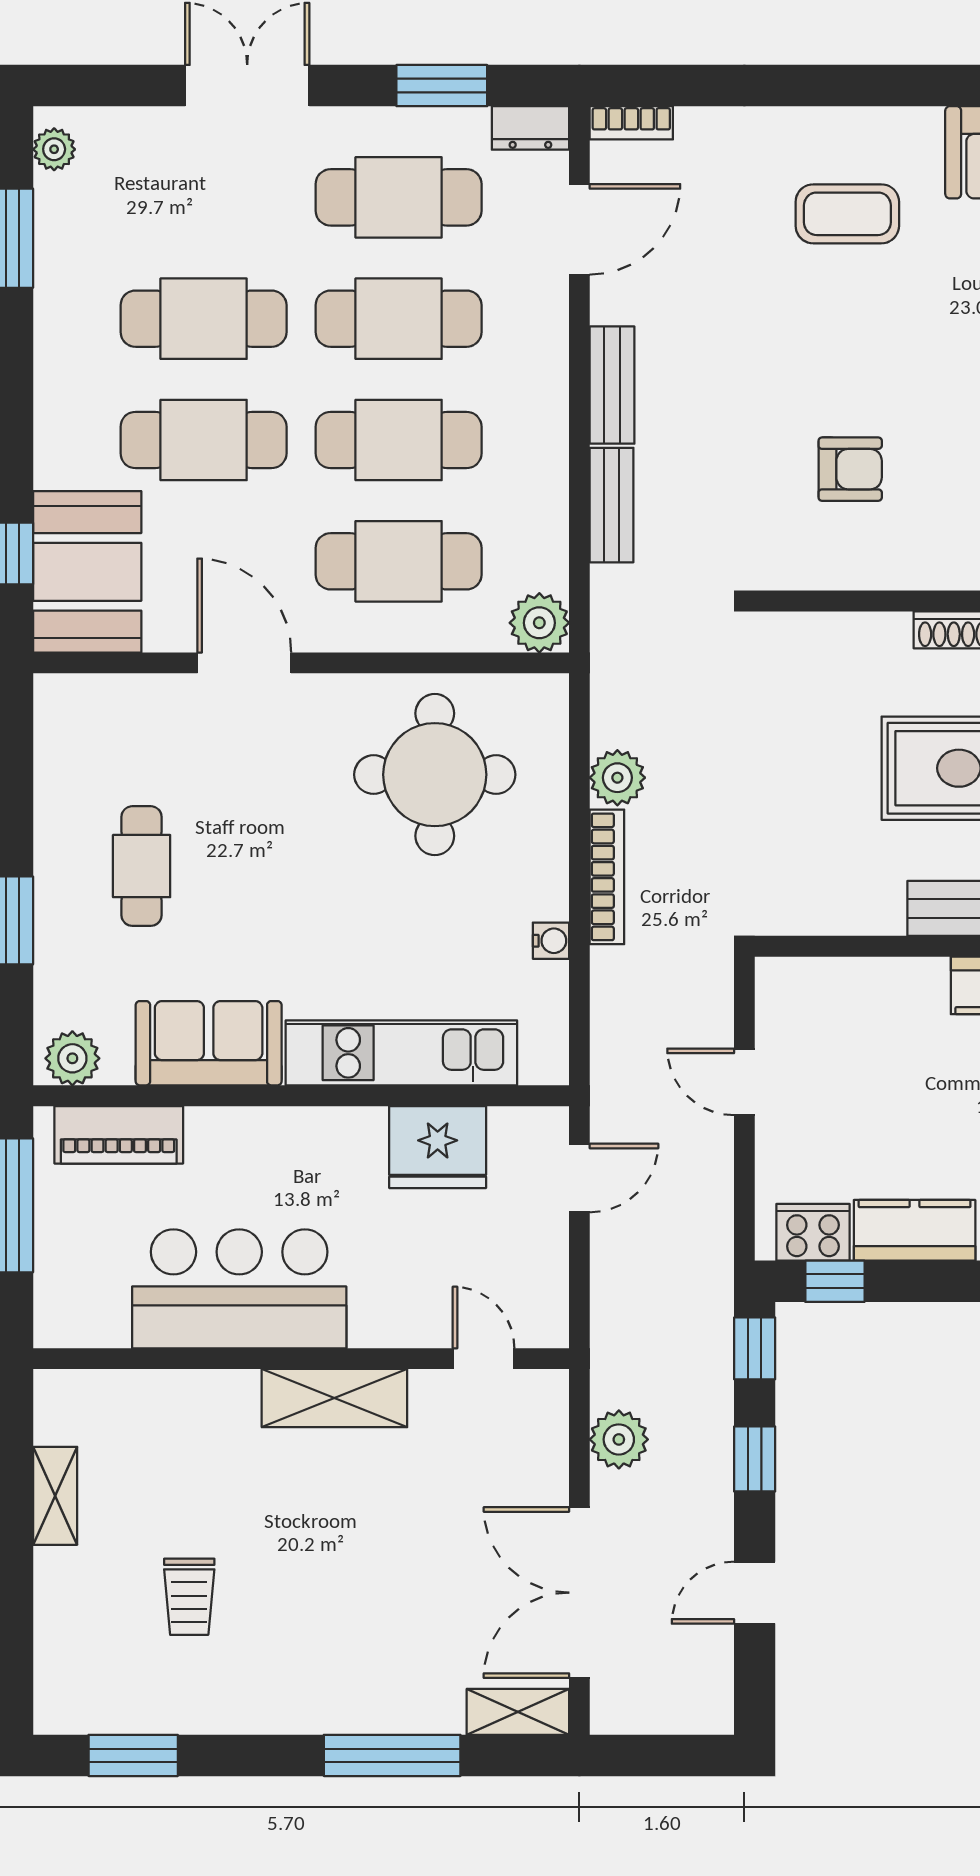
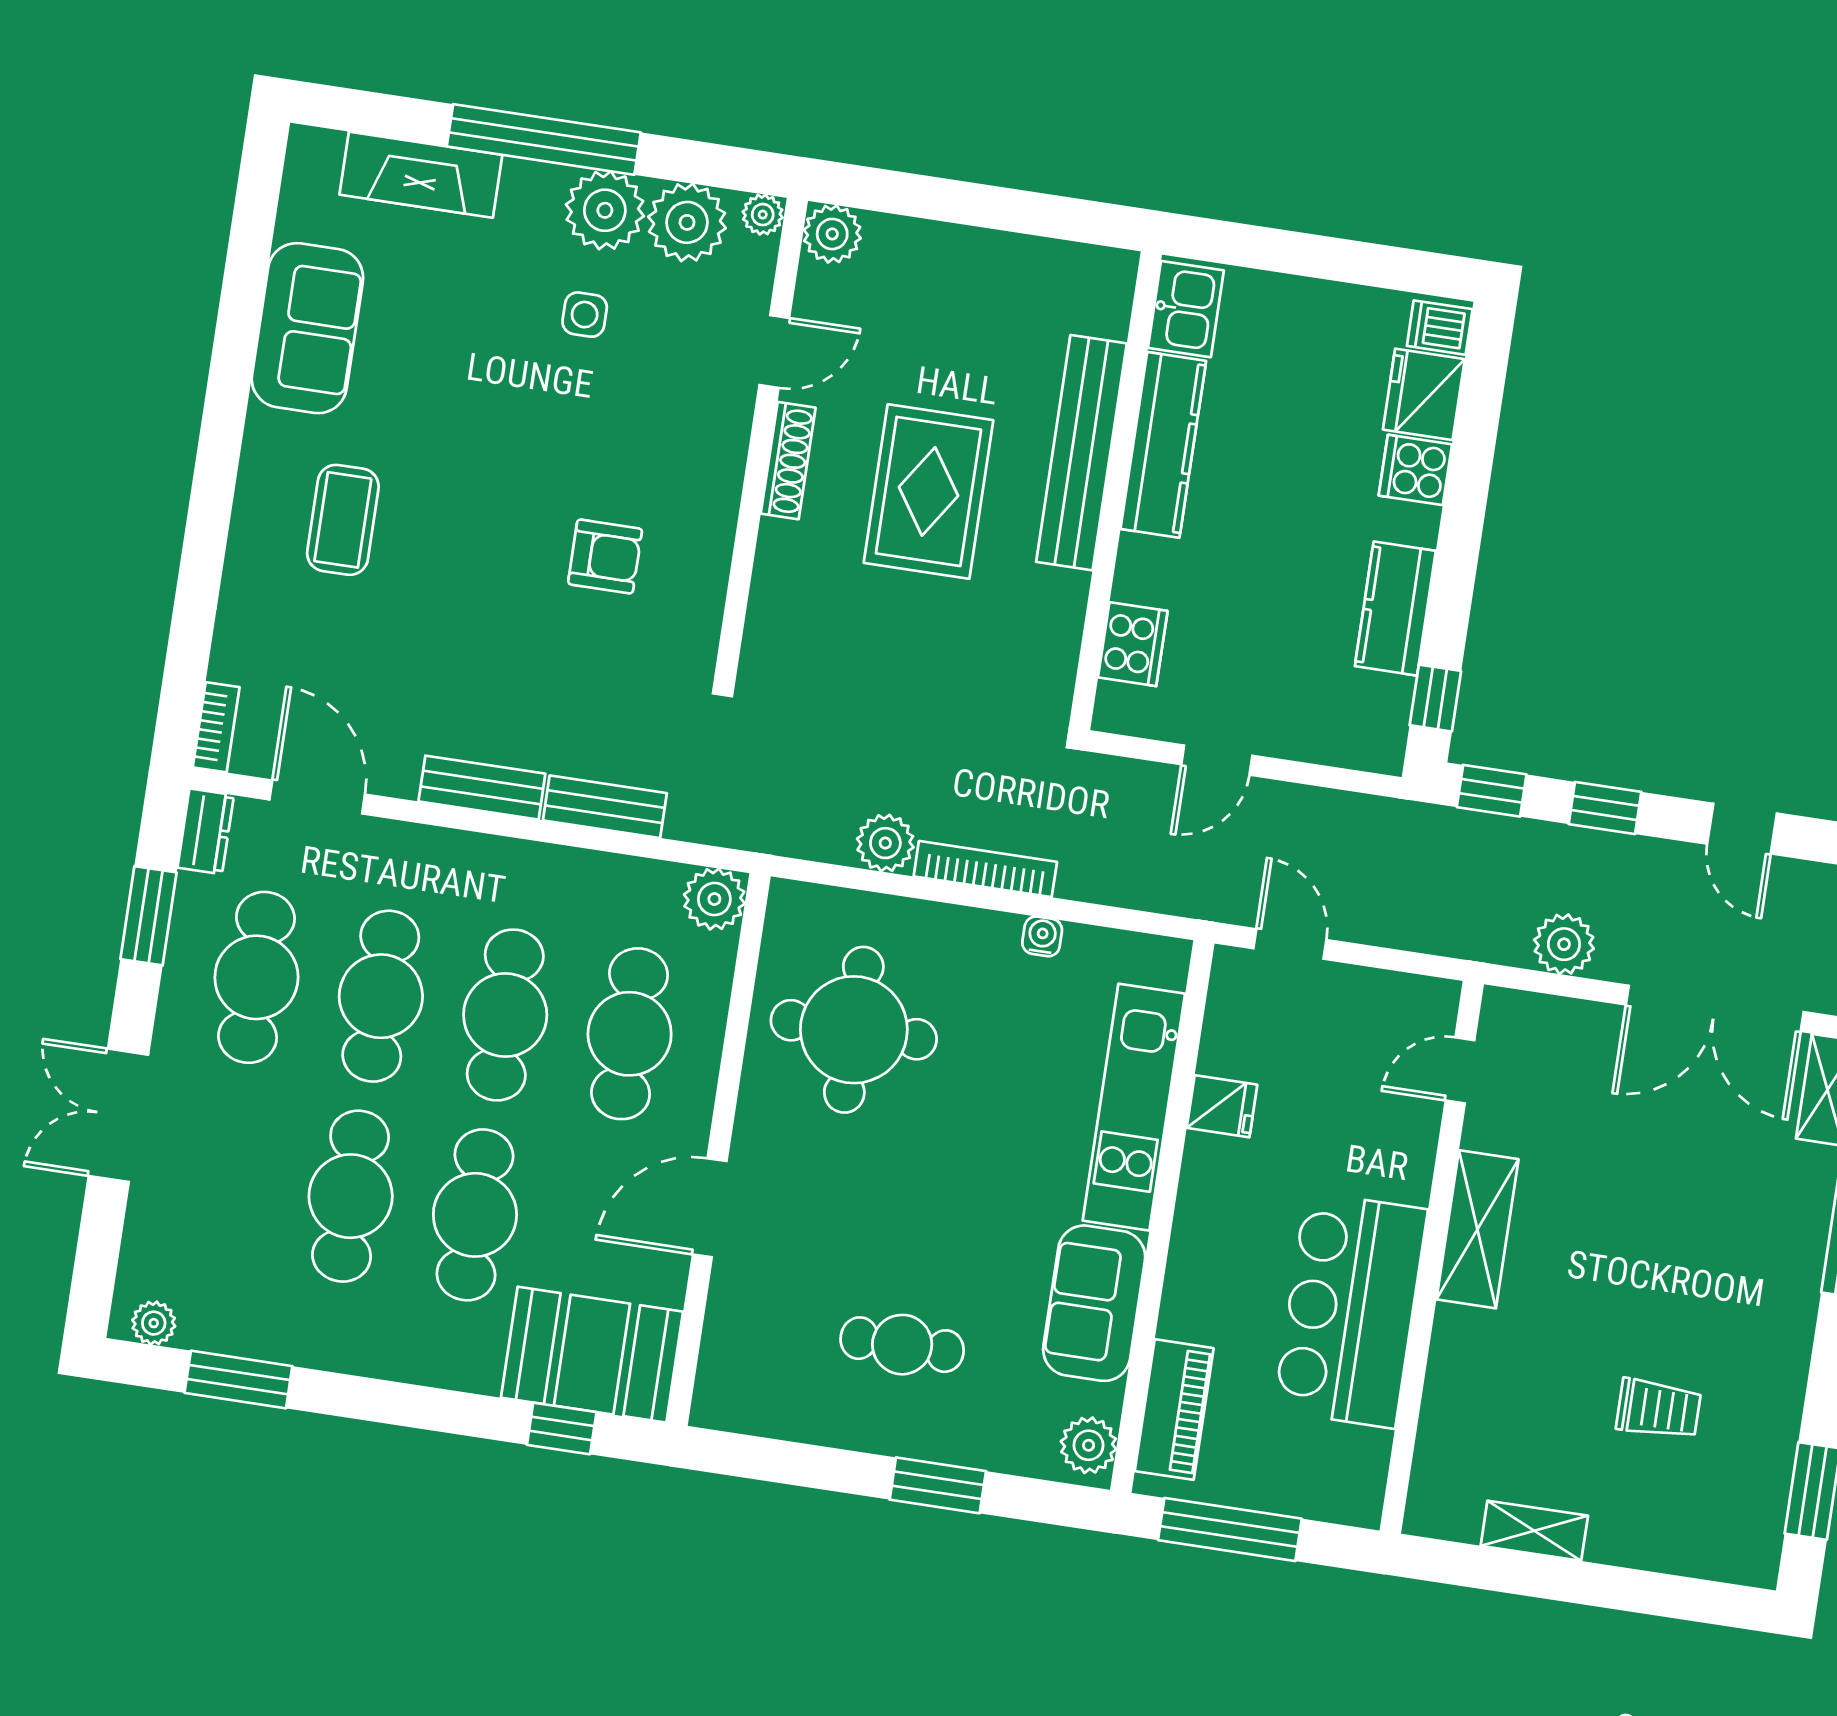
armchair: (850, 469) -> (605, 556), turned 90
fridge: (438, 1147) -> (1222, 1106), width x0.53, depth x0.75
cooker: (813, 1232) -> (1133, 644), moved, turned 180

